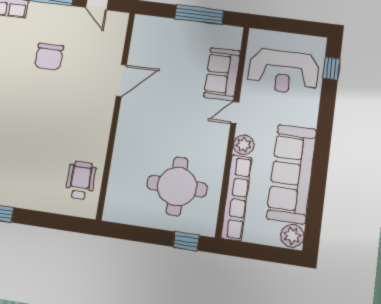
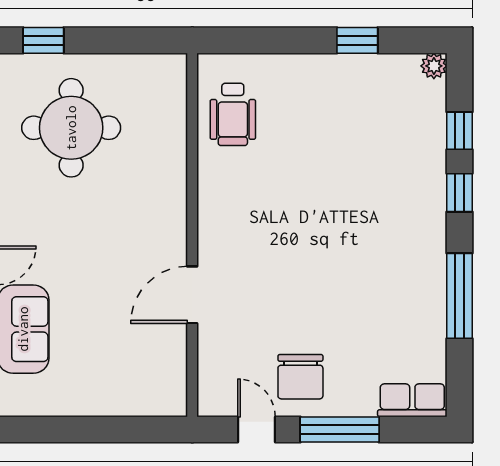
window: (199, 15) -> (76, 430), removed
chair: (49, 57) -> (300, 377), moved, turned 180

